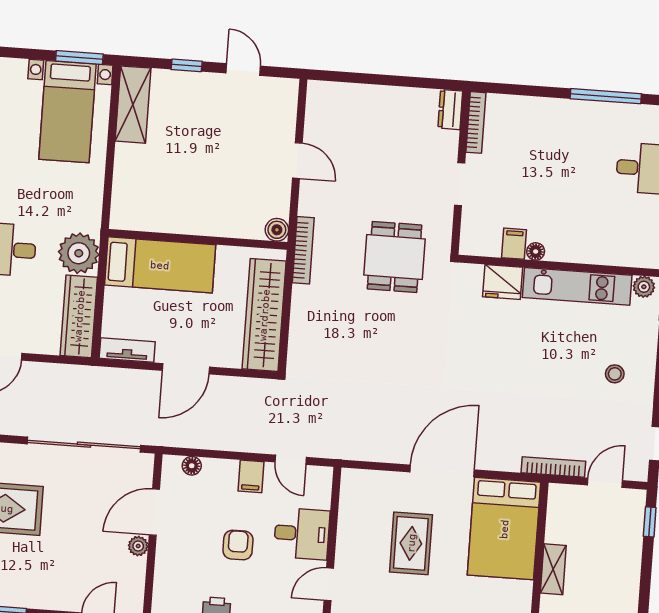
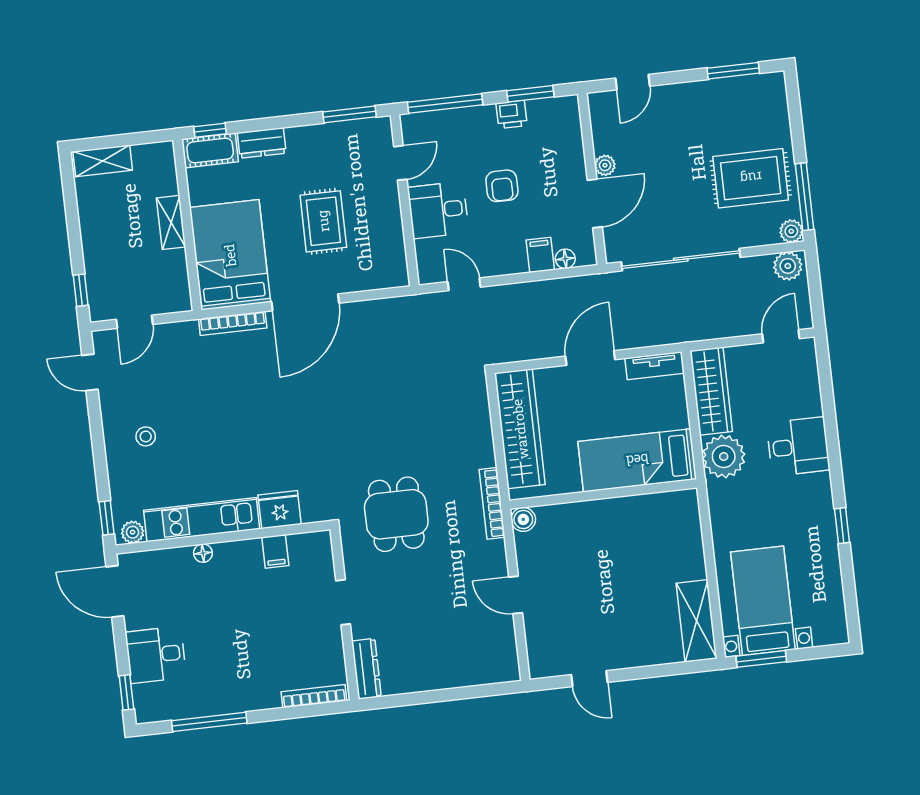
window: (187, 65) -> (649, 672), removed
dresser: (450, 110) -> (366, 669), width x1.44
bookcase: (476, 122) -> (314, 696), moved, turned 90
floor lamp: (536, 251) -> (203, 553), moved
bookcase: (553, 467) -> (233, 323), moved
filing cabinet: (251, 476) -> (540, 255), moved

